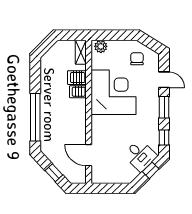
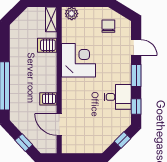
server rack: (78, 92) -> (48, 99), moved
corner desk: (114, 92) -> (79, 60), width x0.74, depth x0.74
desk: (140, 155) -> (118, 97), moved, turned -45

